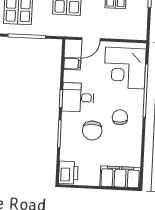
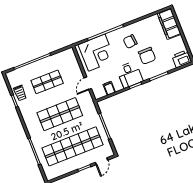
door: (91, 39) -> (88, 83), swing flipped
chair: (92, 130) -> (147, 56), turned 90

